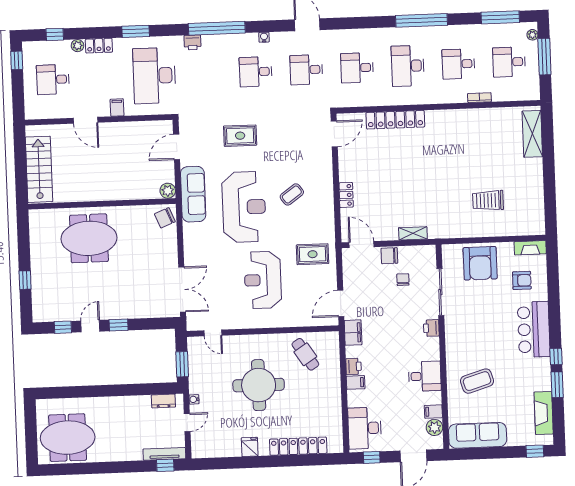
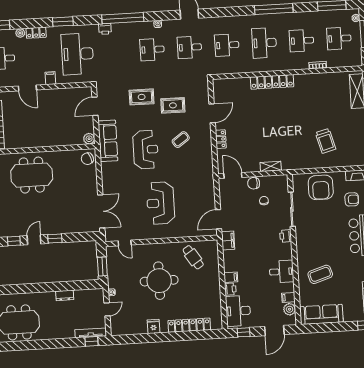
locker: (395, 120) -> (272, 82), moved
door: (334, 134) -> (212, 113), moved
trolley: (488, 200) -> (326, 141), turned -105
reception desk: (244, 207) -> (146, 150), width x0.74, depth x0.77
rug: (313, 254) -> (173, 105), moved
printer: (353, 366) -> (230, 289), moved
dresser: (163, 401) -> (65, 295), moved

